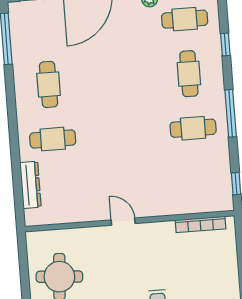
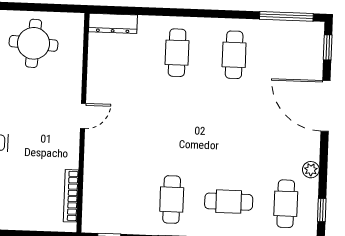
cafe table: (49, 84) -> (234, 55), turned 90
dresser: (30, 185) -> (113, 23), moved

